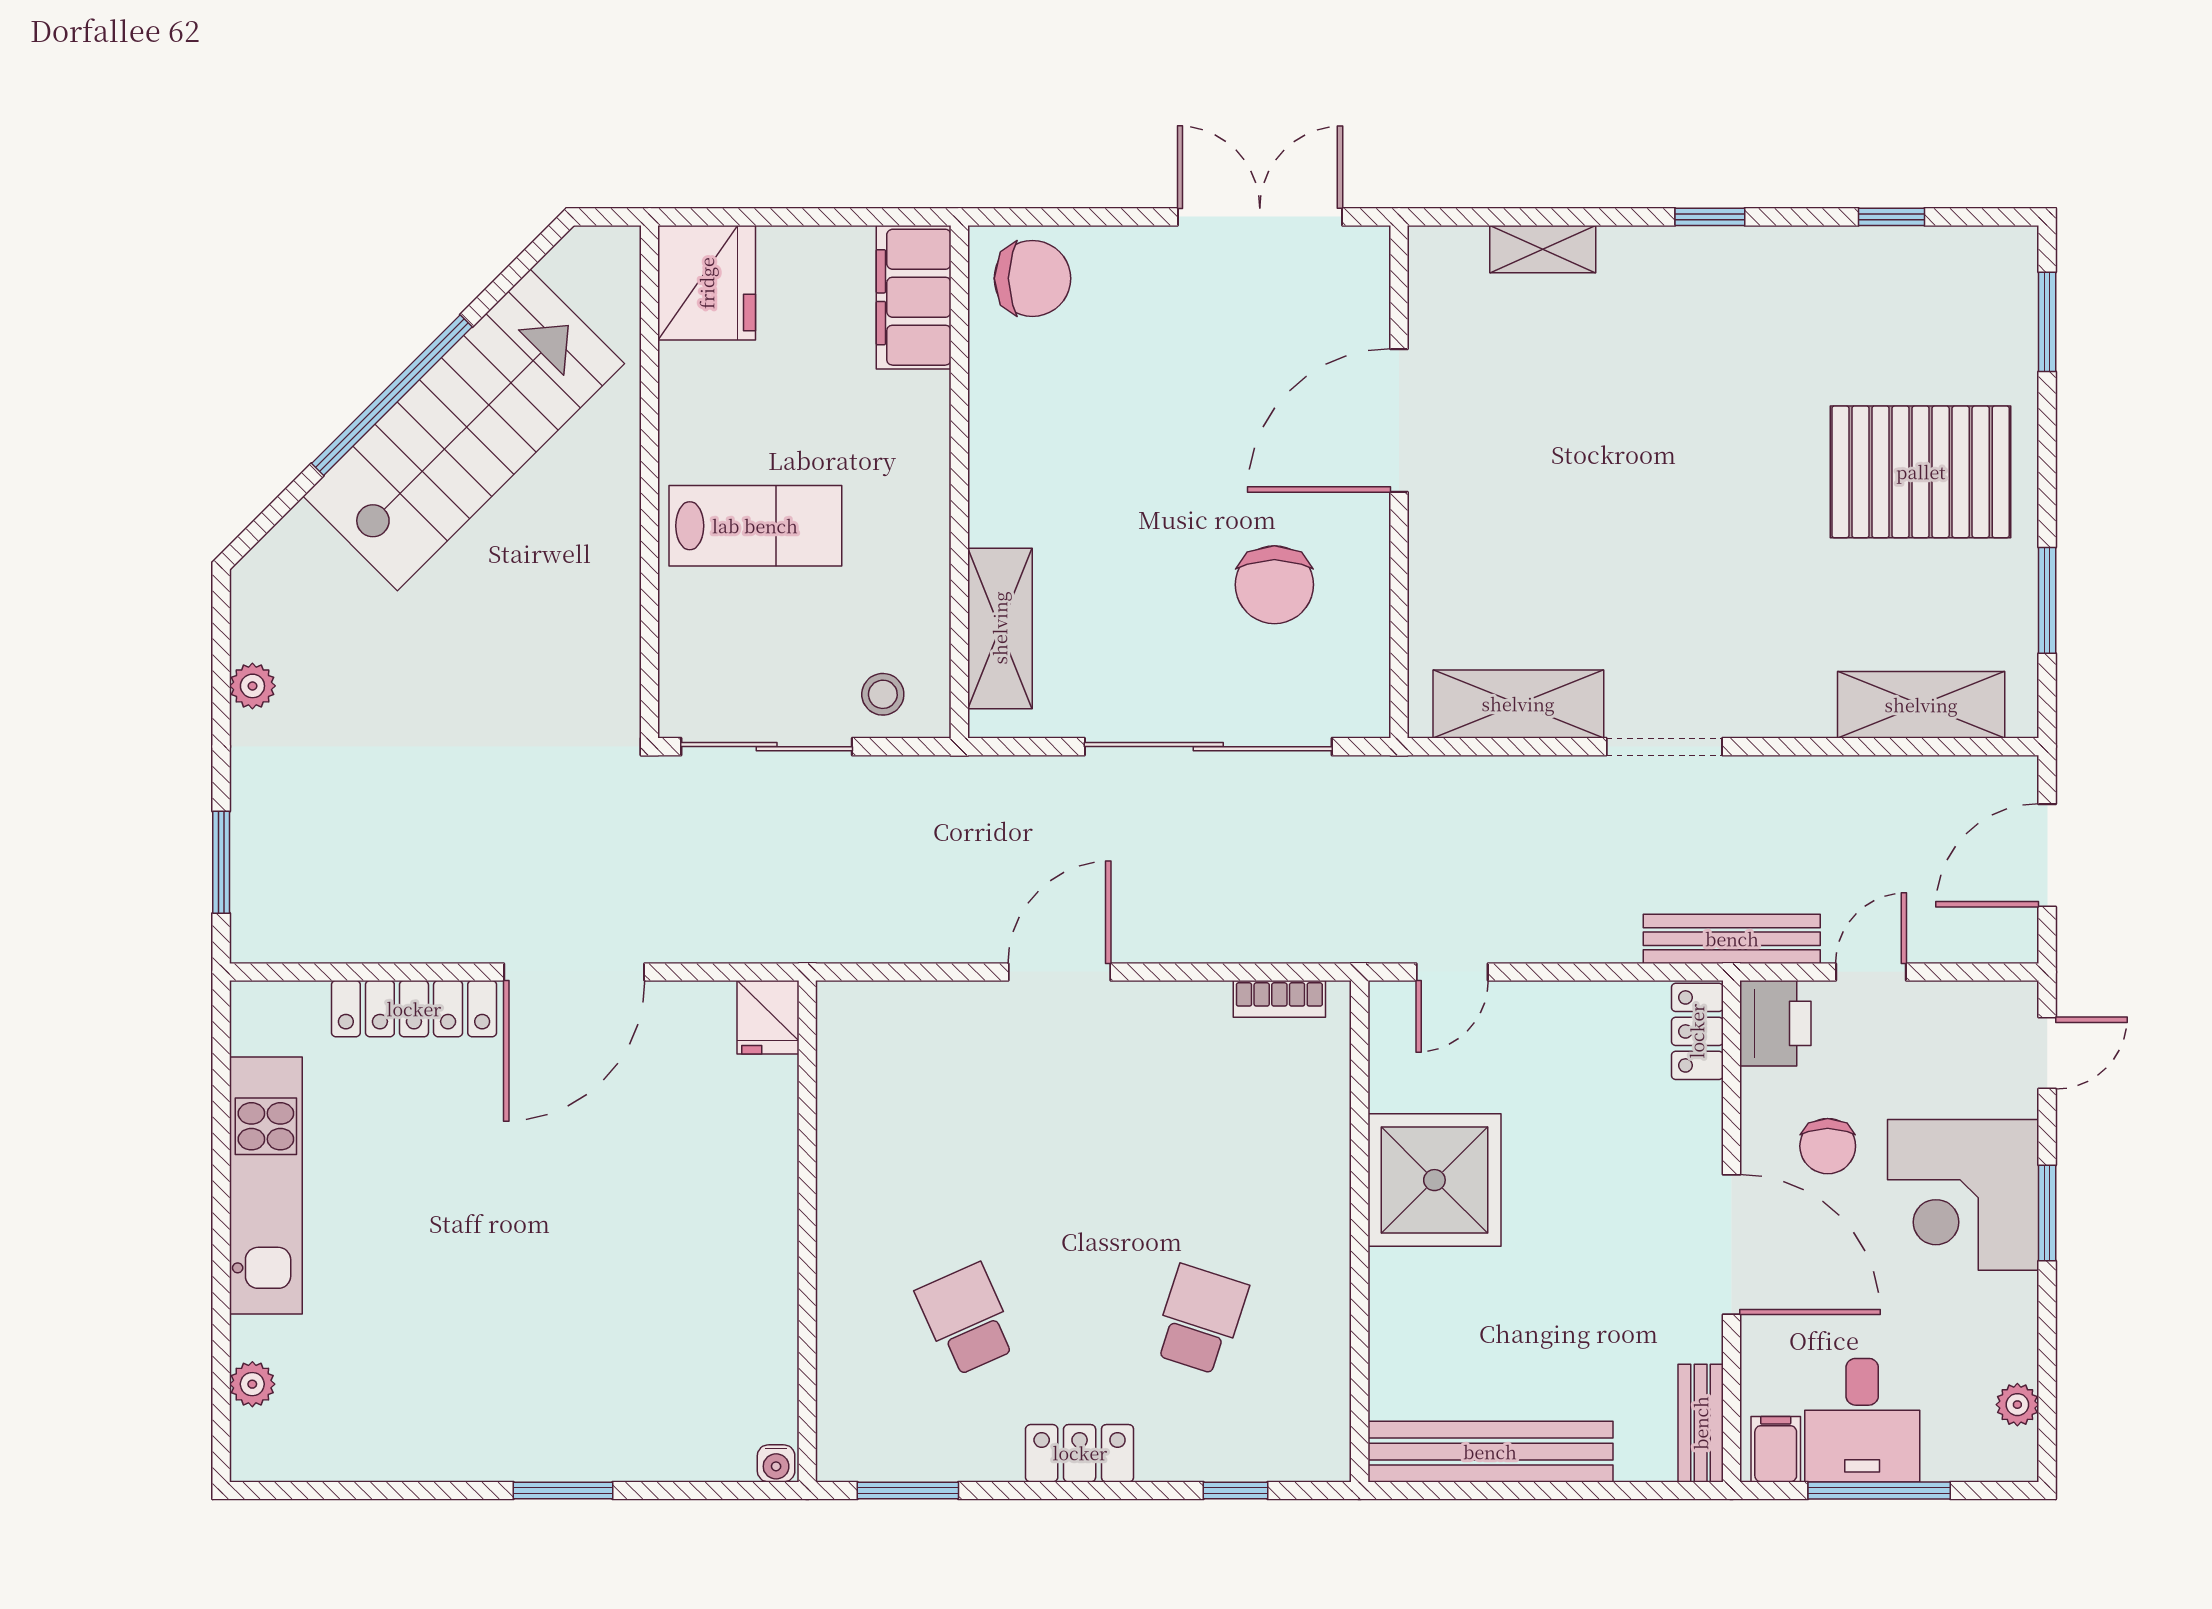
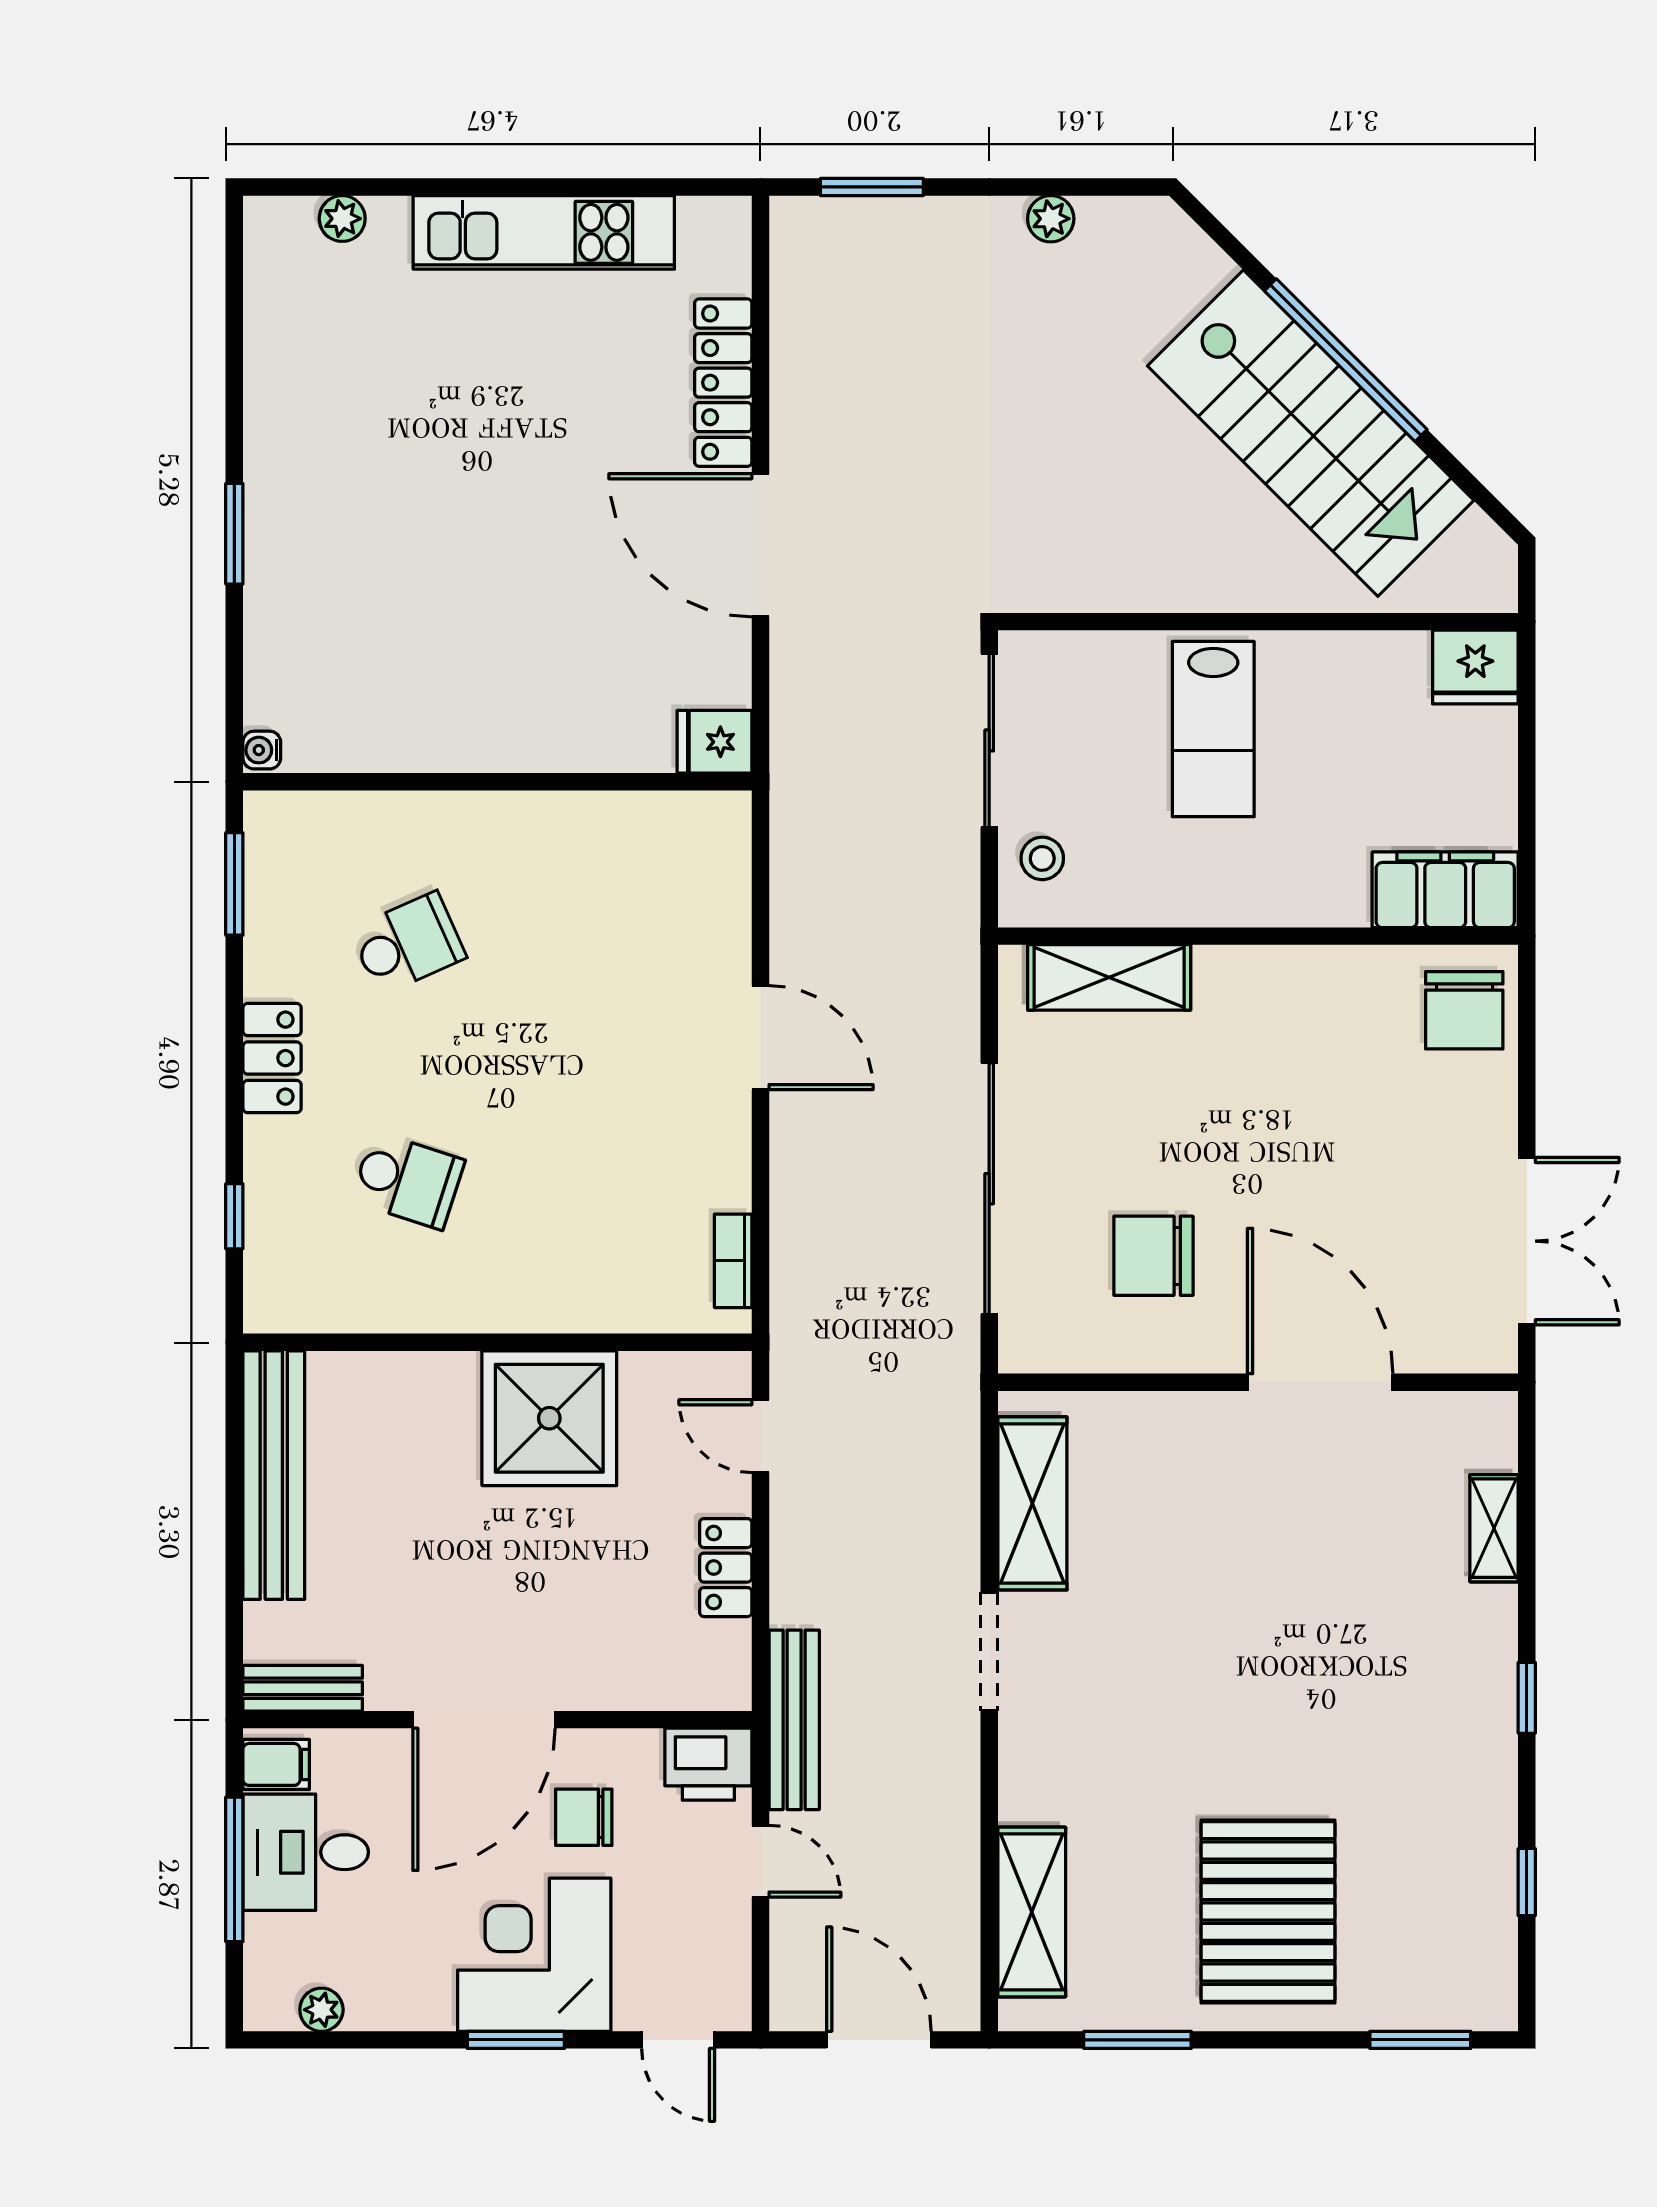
fridge: (707, 283) -> (1475, 667), width x0.73, depth x0.75
locker: (1697, 1031) -> (726, 1568), moved, turned -90

